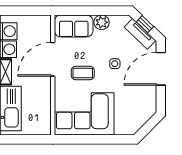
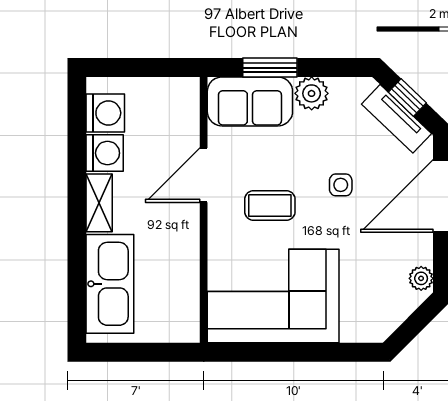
window: (83, 11) -> (270, 68), added
door: (53, 59) -> (204, 175), width x0.73
plant: (151, 106) -> (421, 278), added

